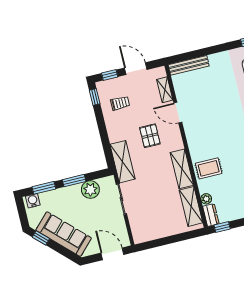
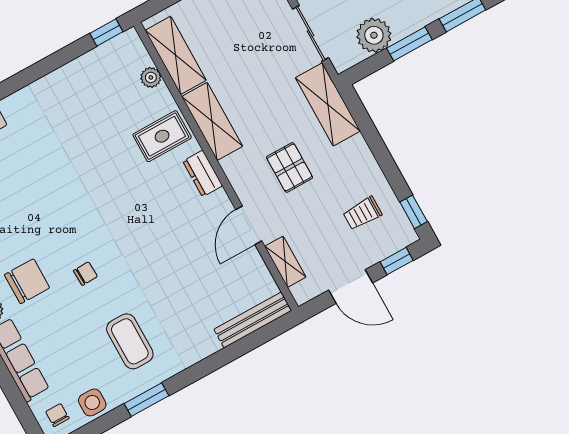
door: (178, 113) -> (249, 225), swing flipped
dresser: (211, 215) -> (203, 174), moved

